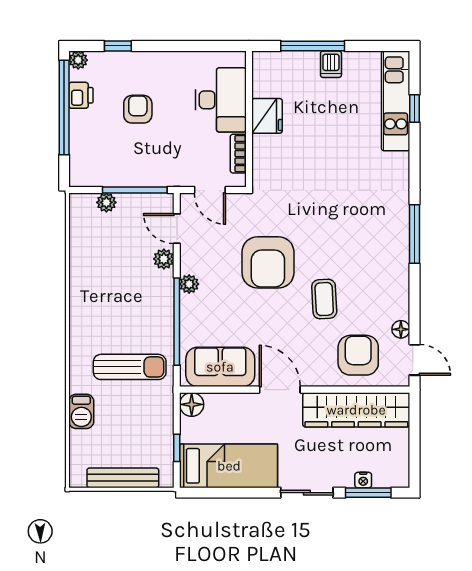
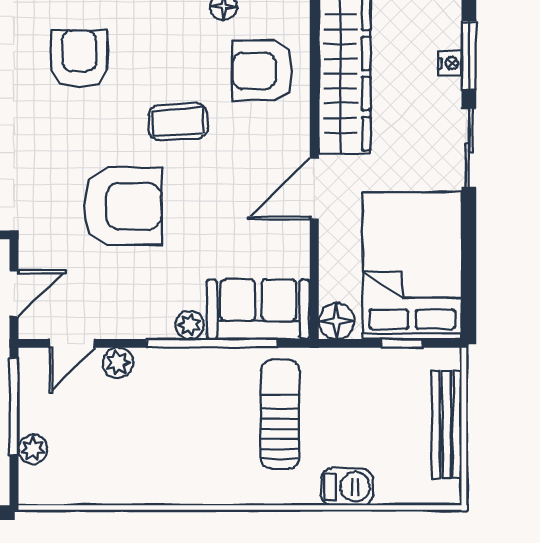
armchair: (366, 233) -> (79, 59), added
plant: (189, 284) -> (190, 325), moved
sofa: (220, 367) -> (258, 309), moved, turned 90
bed: (229, 466) -> (412, 266), width x1.50

